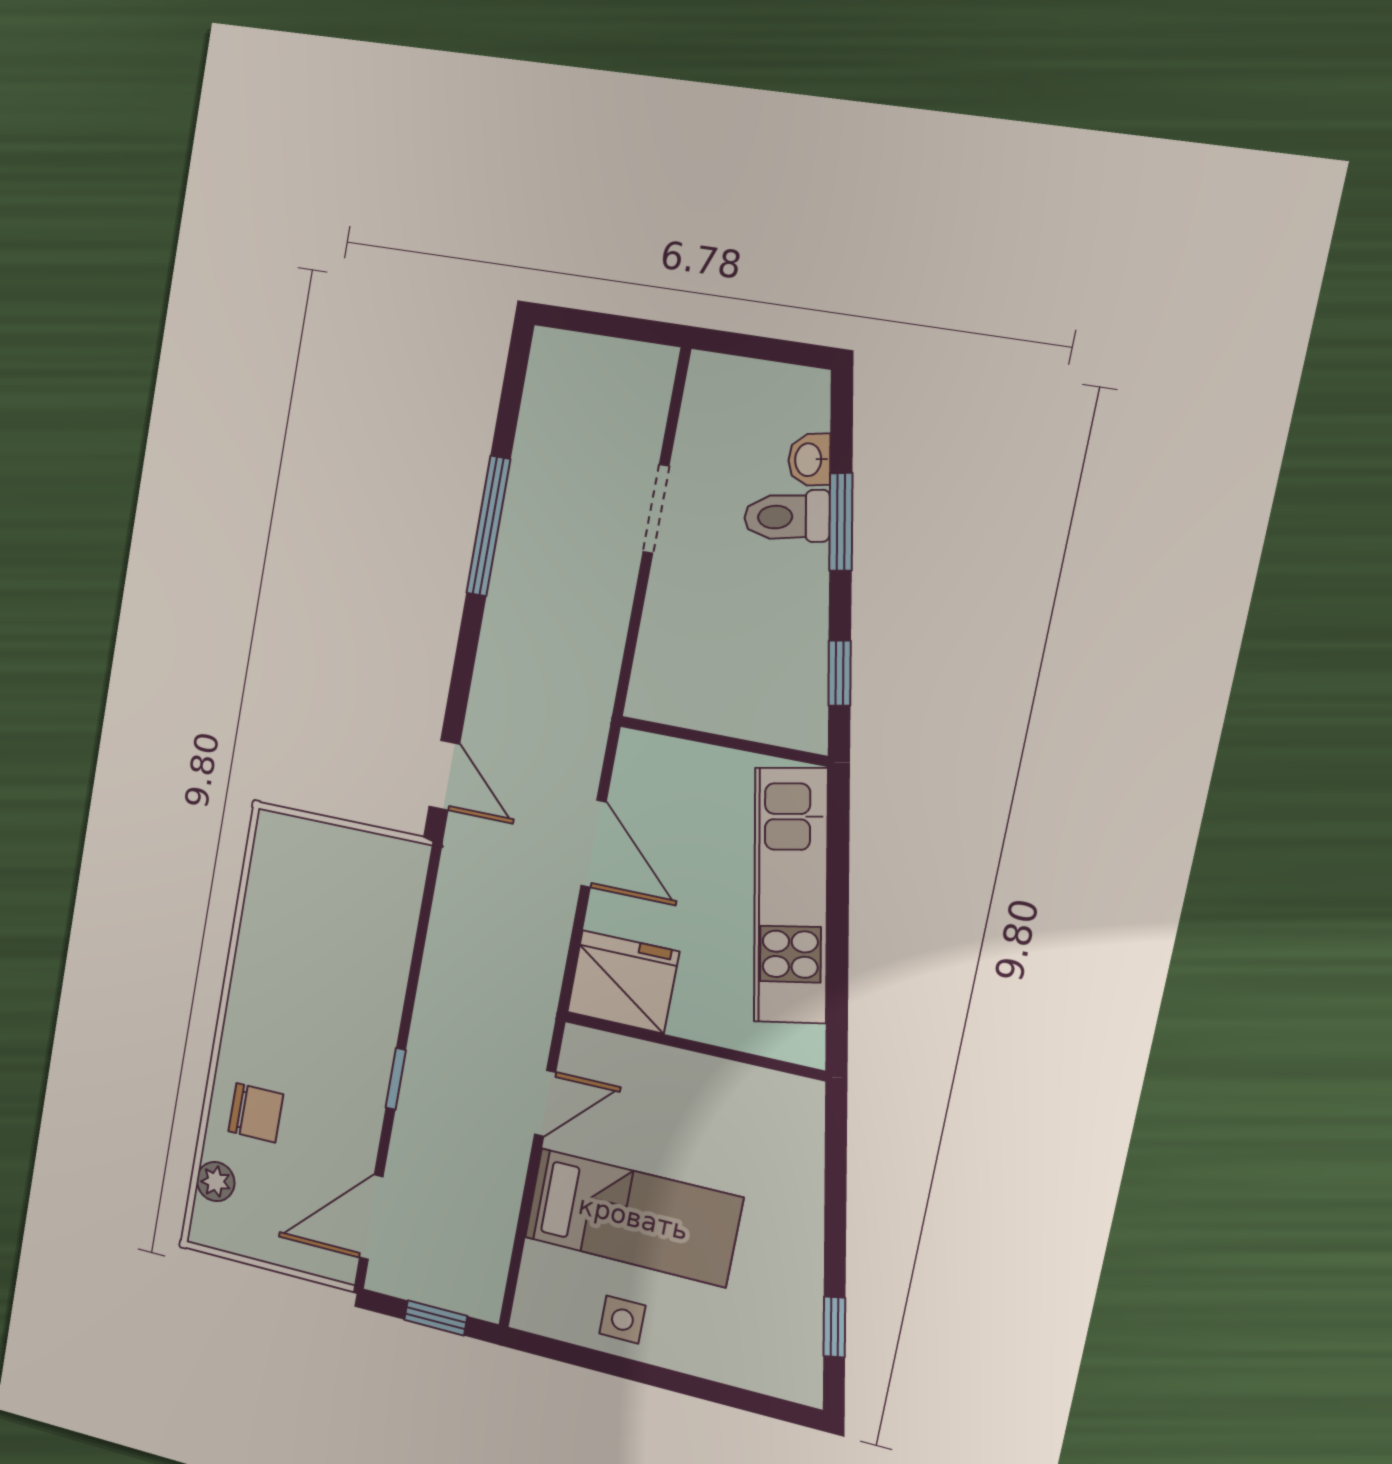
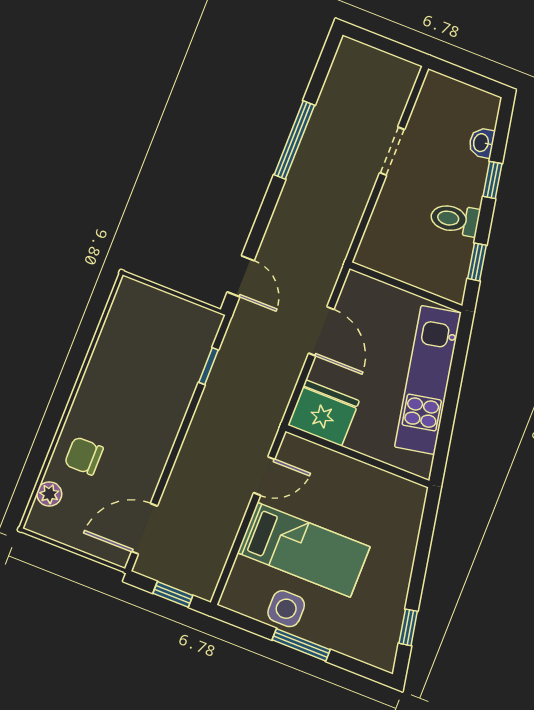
toilet: (787, 517) -> (455, 219), moved
window: (841, 522) -> (492, 180), width x0.67
window: (396, 1079) -> (209, 366), moved
chair: (256, 1113) -> (84, 456), turned 180
side table: (622, 1320) -> (286, 609), width x1.37, depth x1.37
window: (658, 1377) -> (301, 645), added

